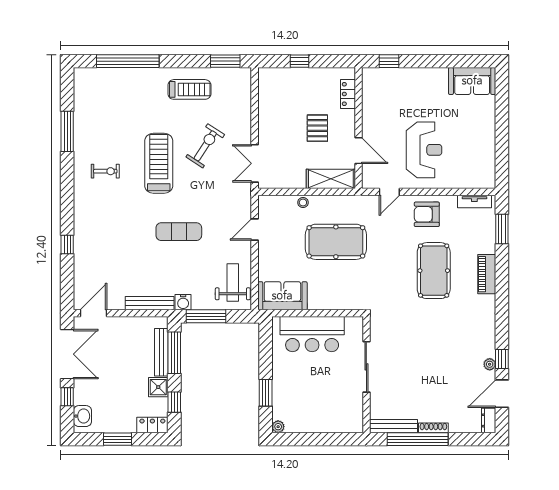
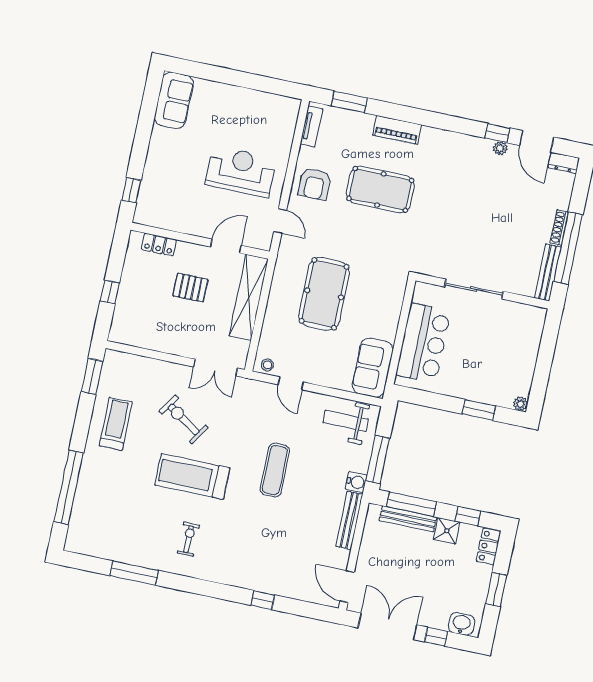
shelving: (331, 179) -> (249, 297), width x1.47
stool: (303, 203) -> (267, 365), moved

